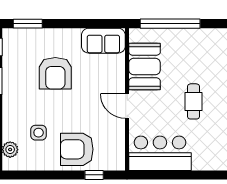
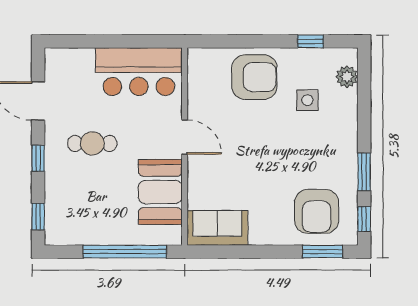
armchair: (55, 73) -> (317, 211), moved, turned 180
cafe table: (193, 101) -> (92, 143), turned 90
window: (94, 175) -> (311, 41), moved

